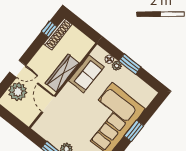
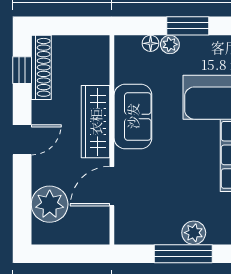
door: (18, 69) -> (22, 140), moved
sofa: (86, 74) -> (133, 116), moved
door: (48, 104) -> (112, 186), hinge flipped

